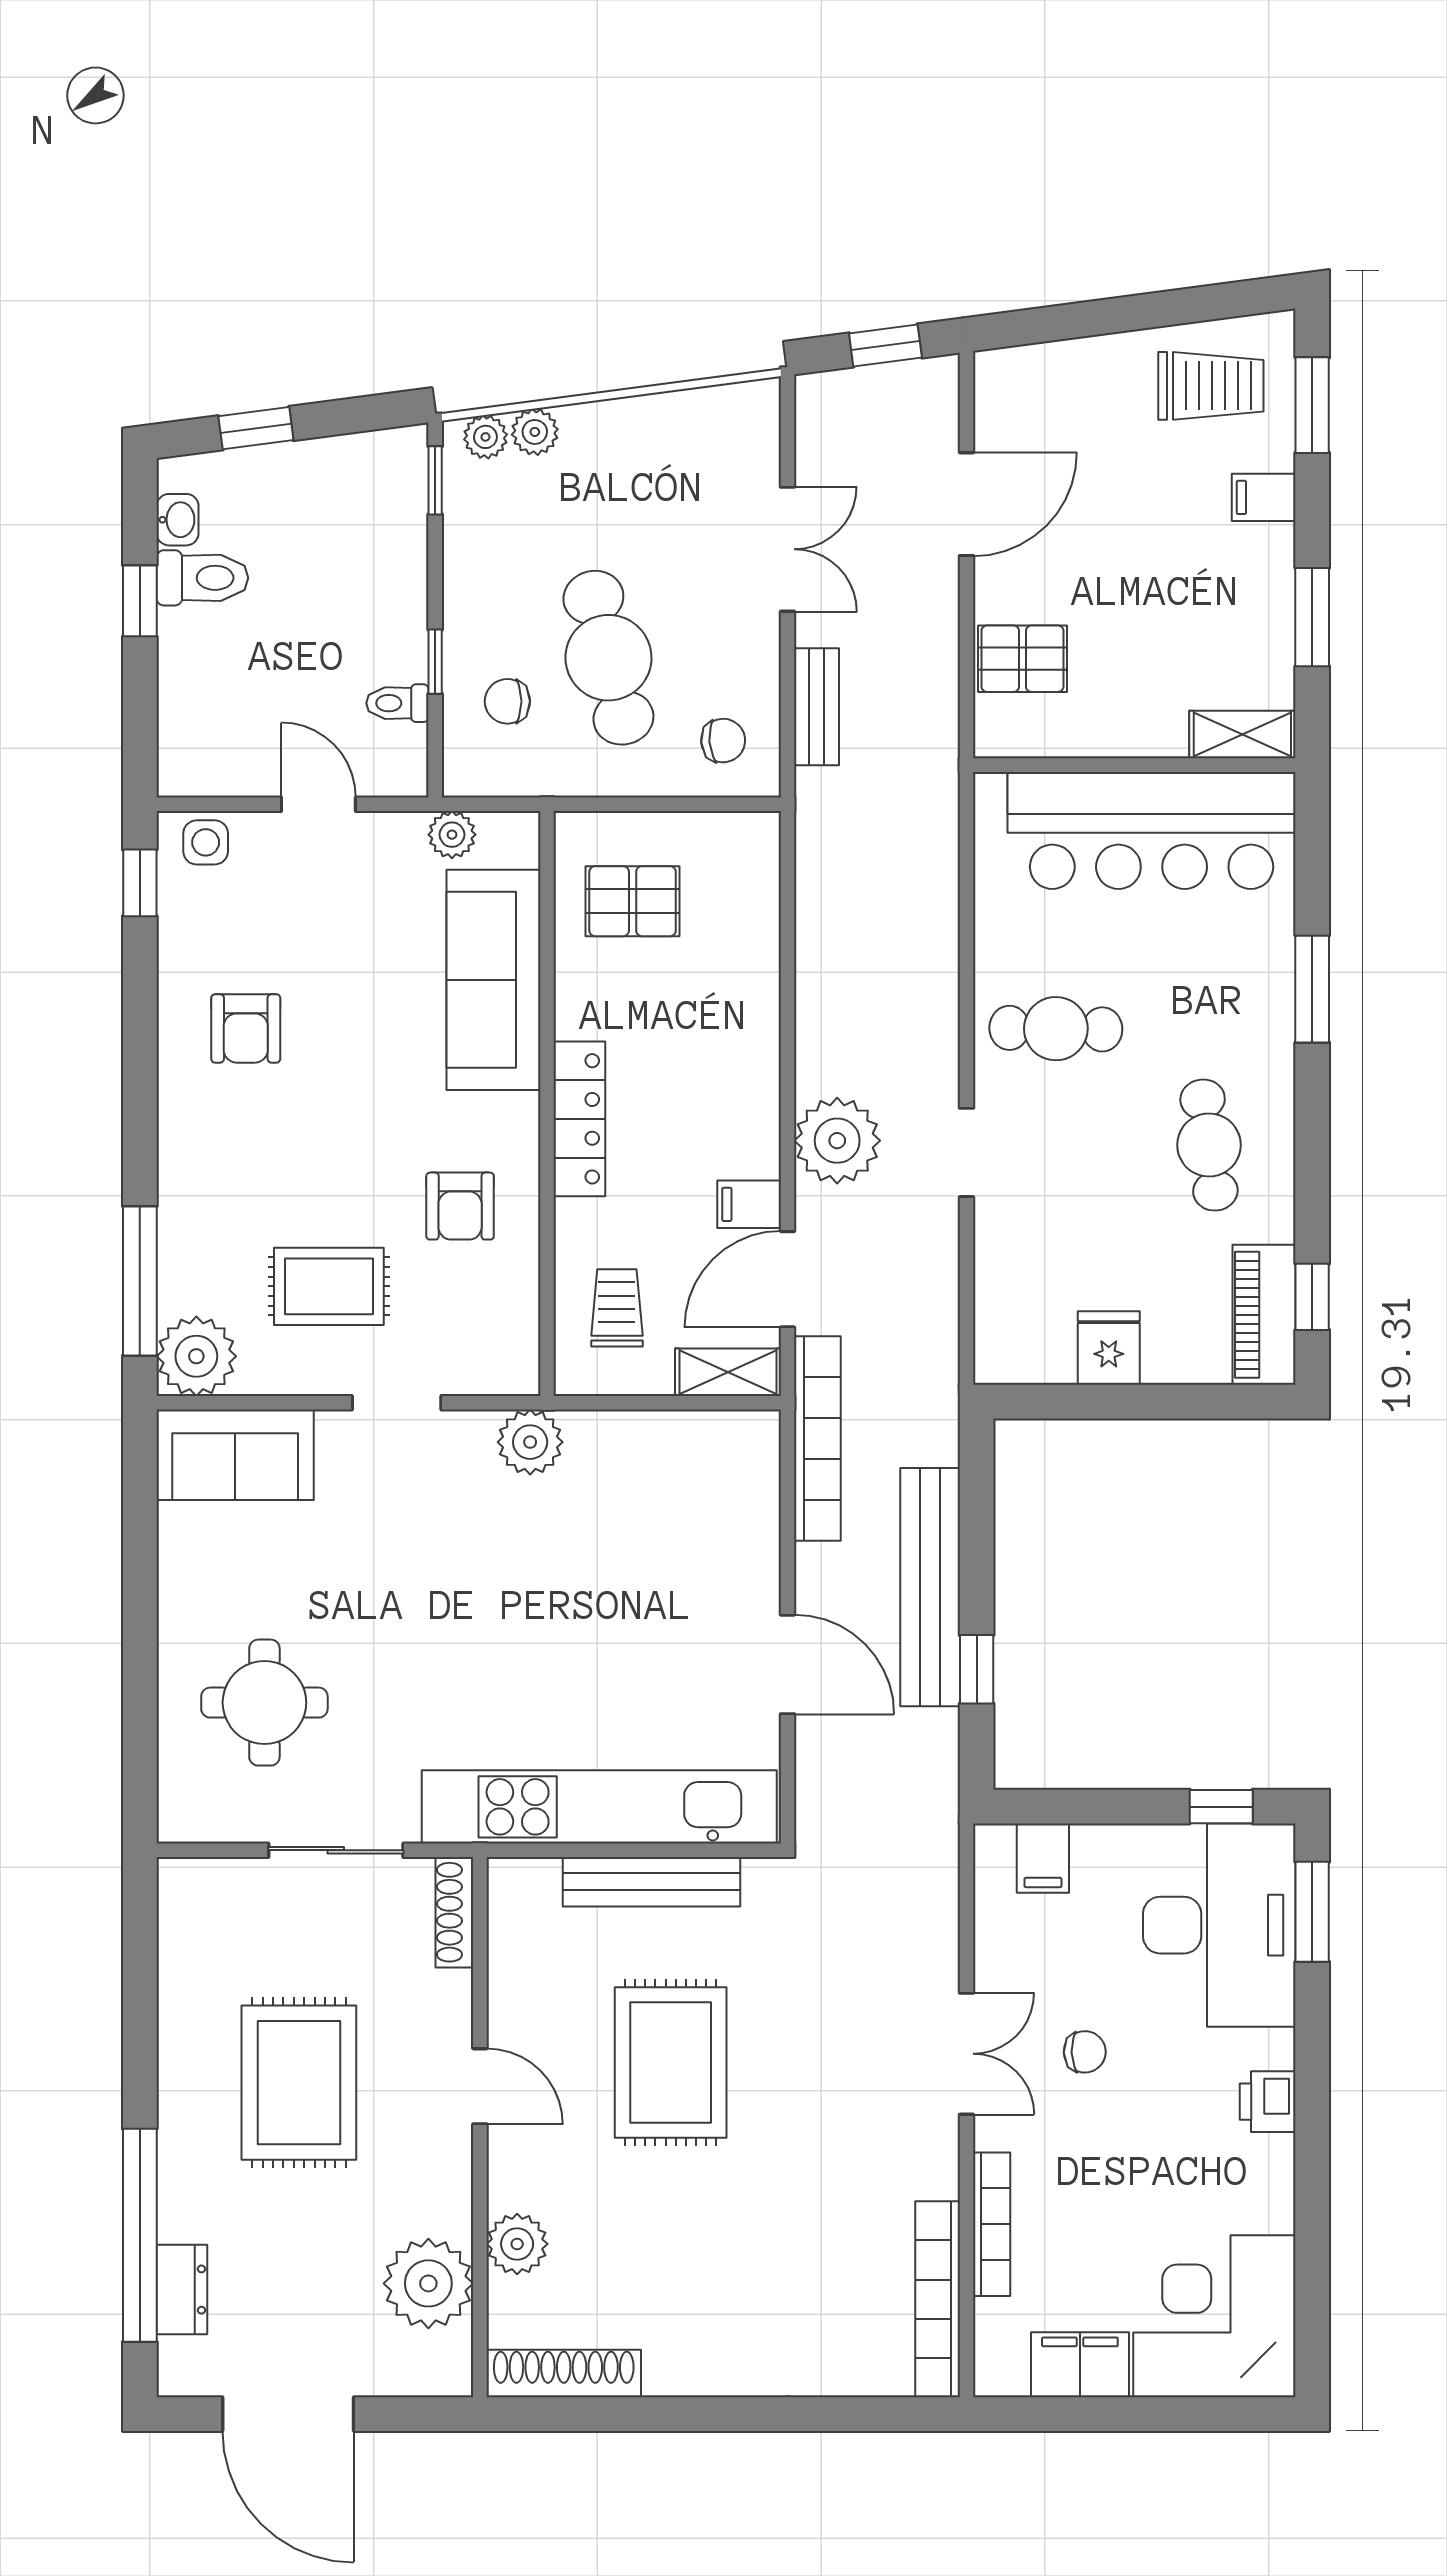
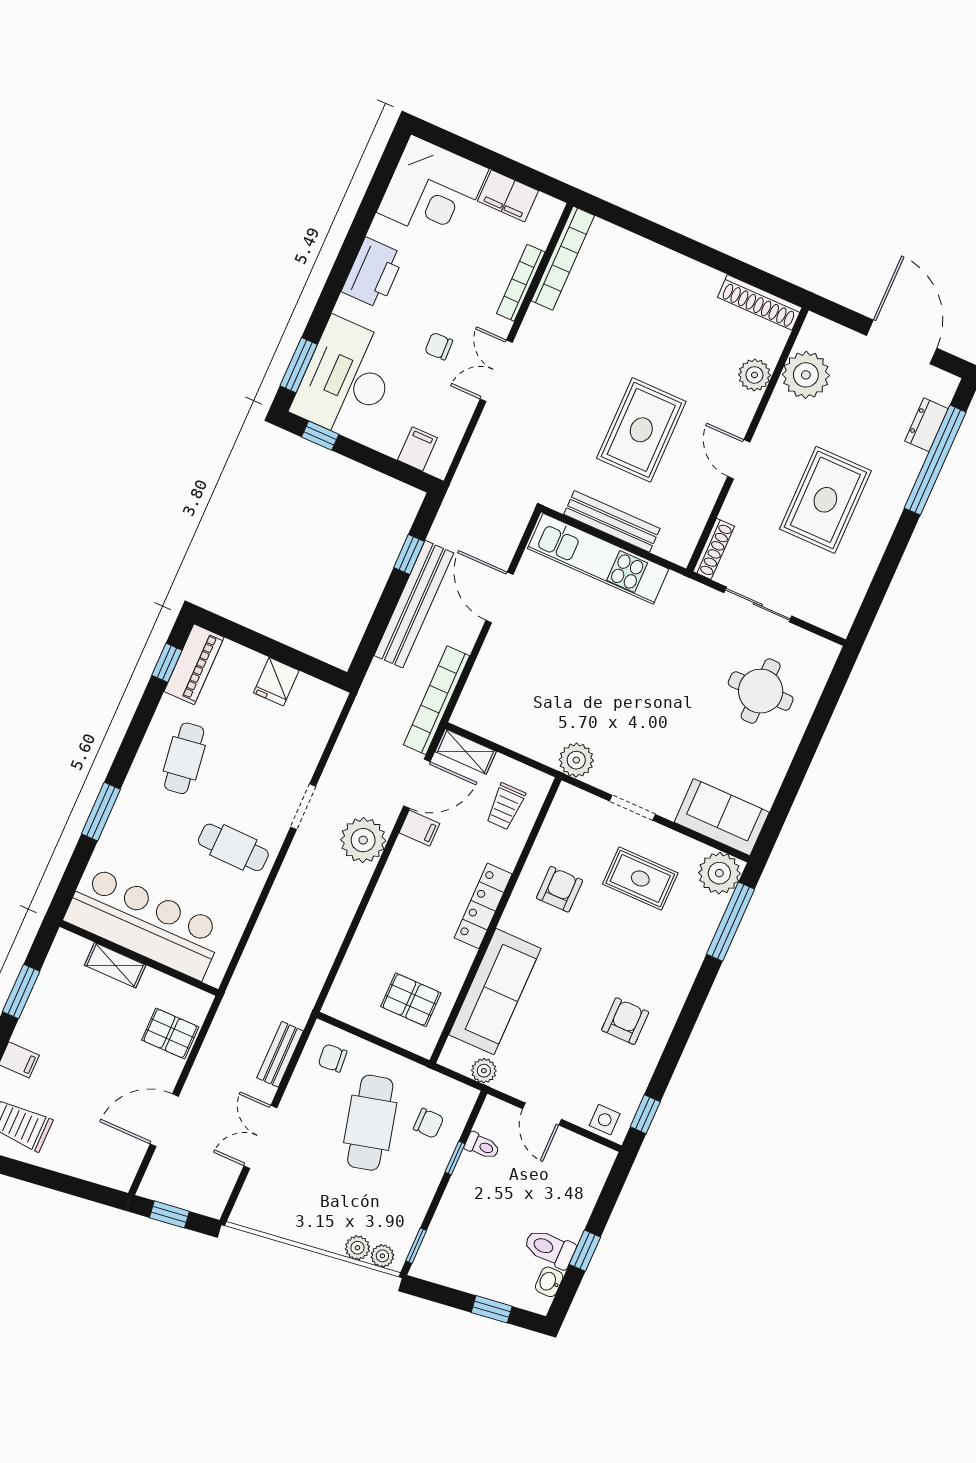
shelving: (1242, 734) -> (115, 965), moved
kitchen unit: (599, 1807) -> (598, 559), width x0.73
printer: (1268, 2102) -> (373, 273), width x1.87, depth x1.48

